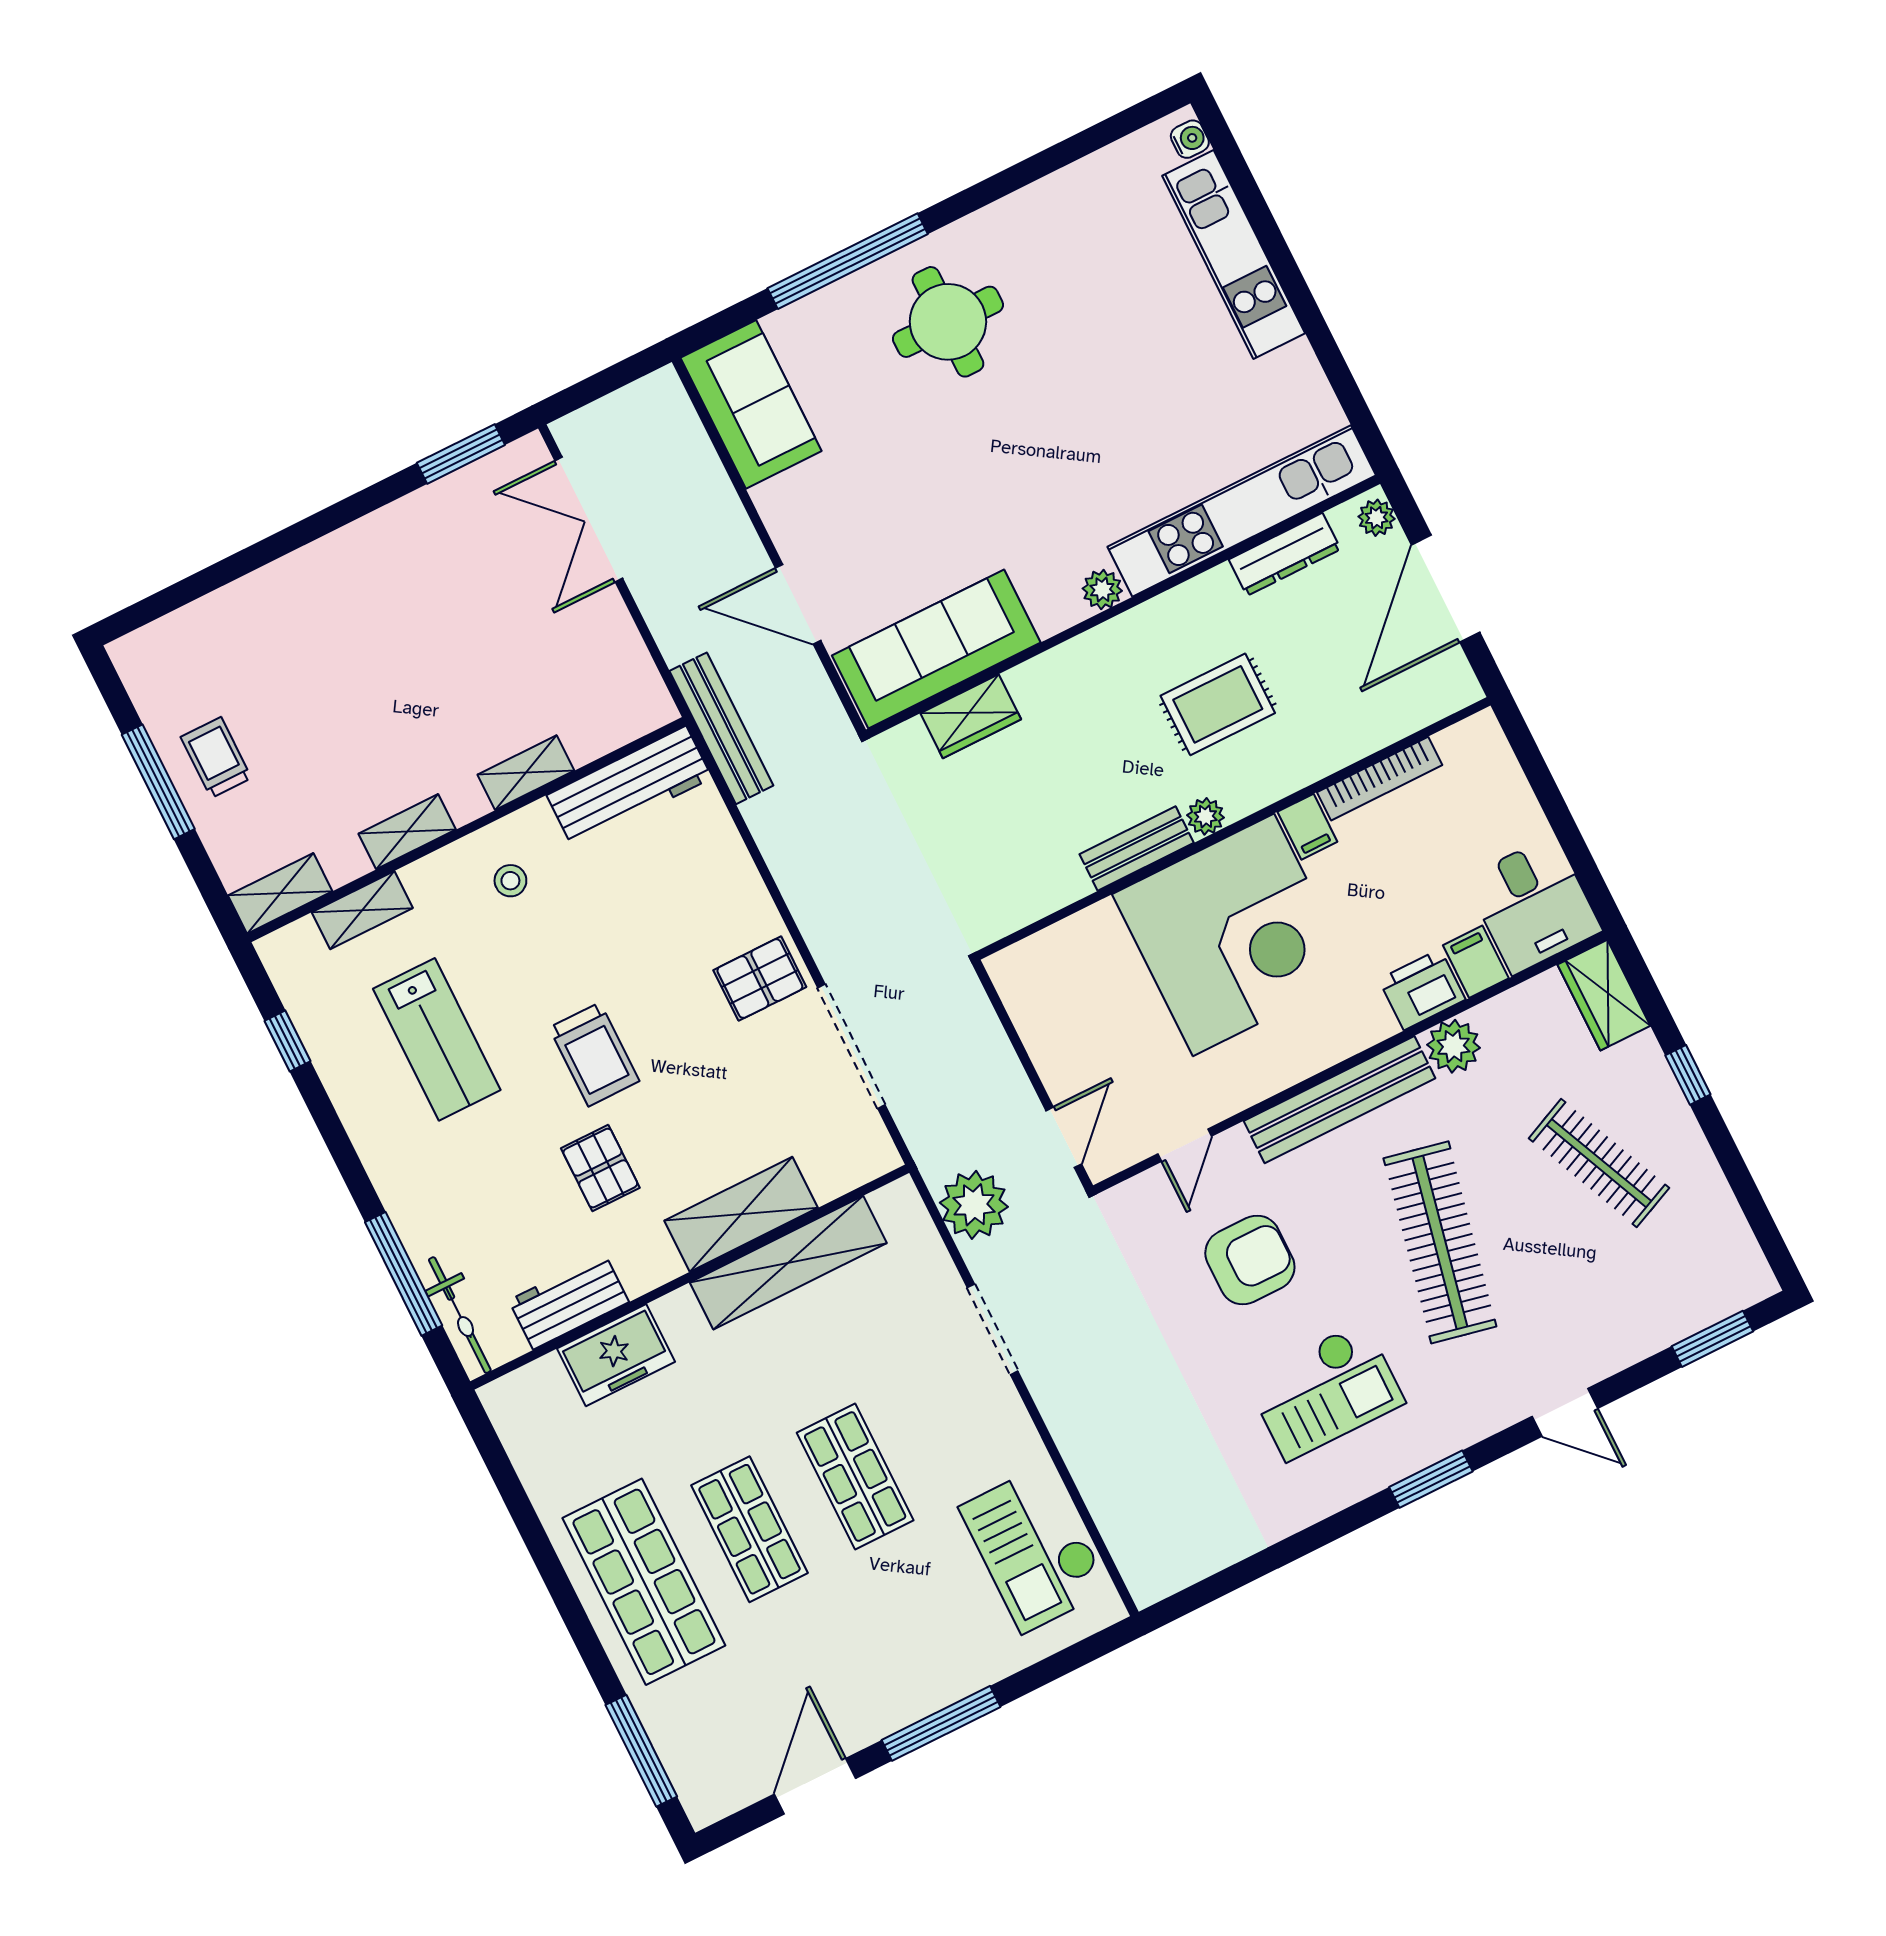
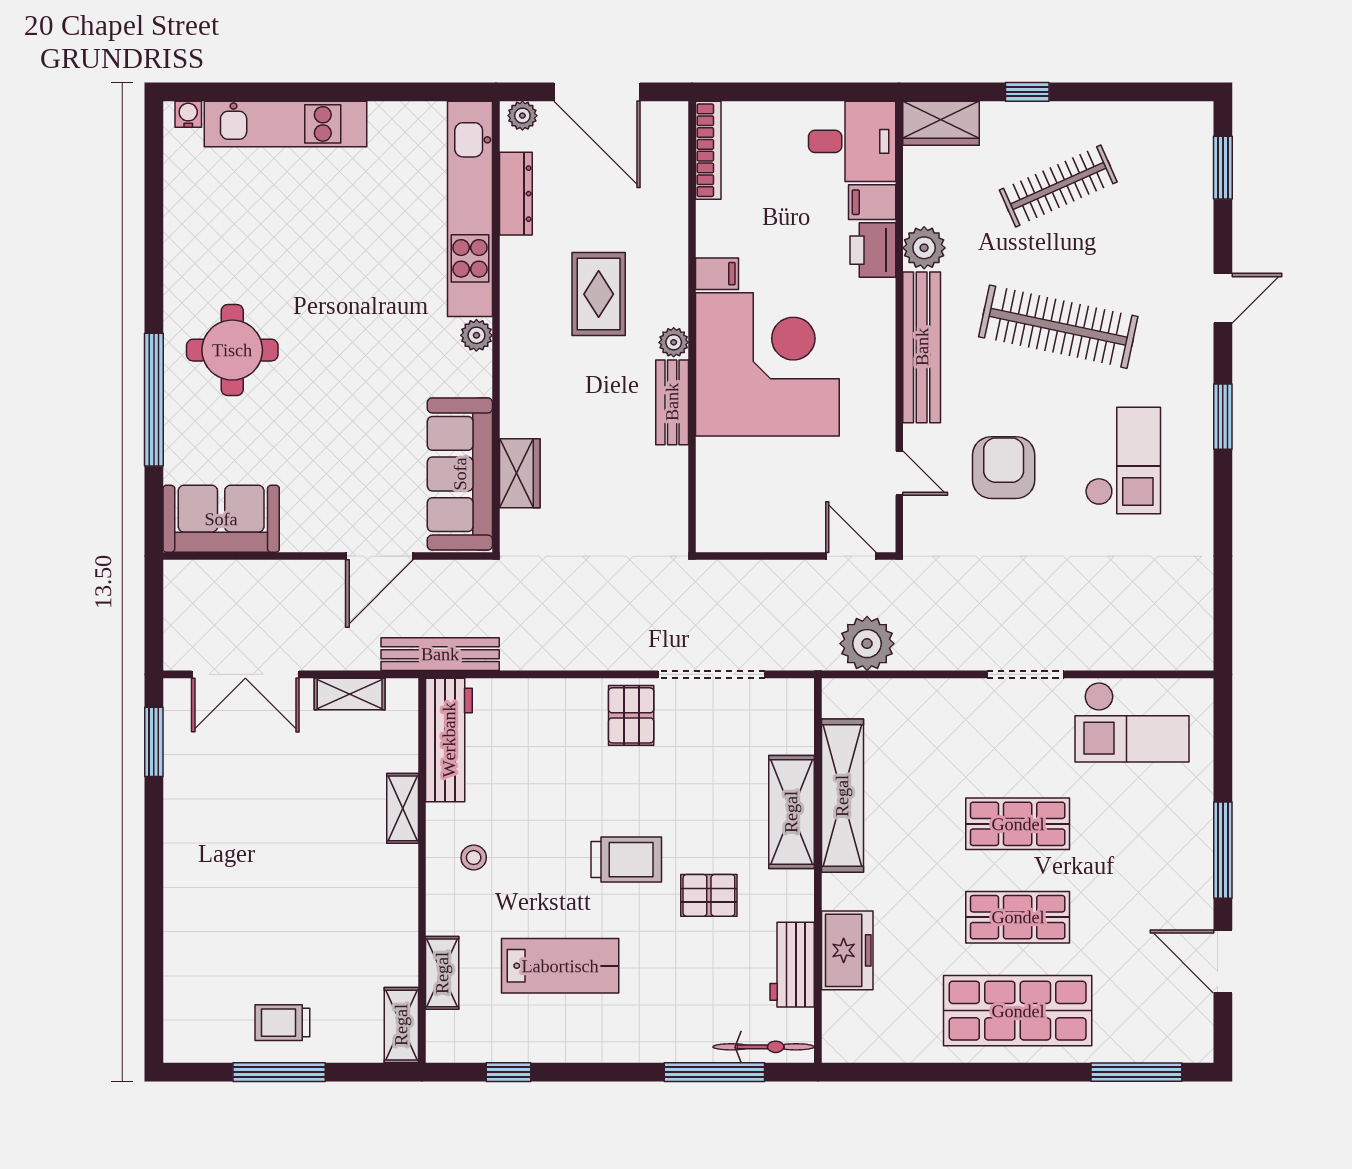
bookcase: (1380, 779) -> (708, 150), moved
shelving: (407, 832) -> (350, 694), moved, turned 90
doorway: (992, 1329) -> (1026, 674), moved

